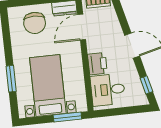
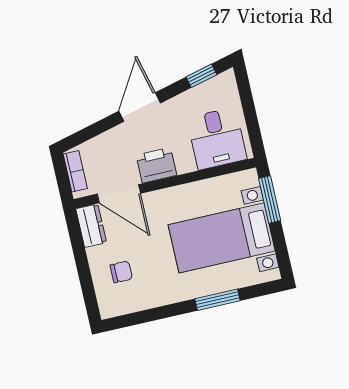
chair: (35, 23) -> (121, 272), width x0.54, depth x0.54
printer: (97, 64) -> (156, 165), moved

